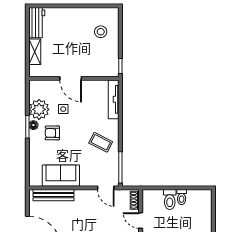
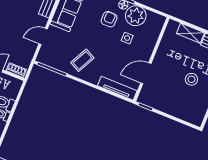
stool: (101, 32) -> (191, 79), moved
door: (71, 78) -> (146, 73), moved
door: (106, 188) -> (43, 36), moved

